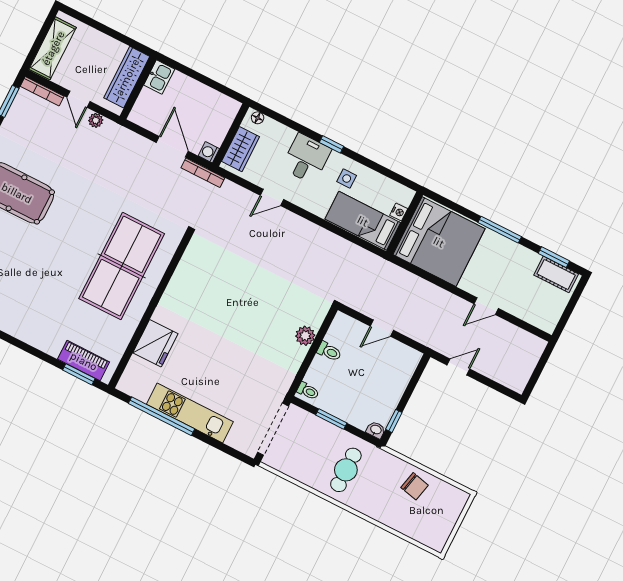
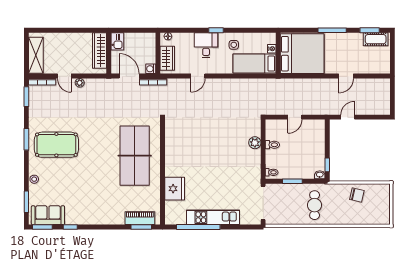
wardrobe: (127, 77) -> (100, 50), moved
kitchen sink: (159, 77) -> (117, 41), moved
wall: (138, 88) -> (109, 53), moved

